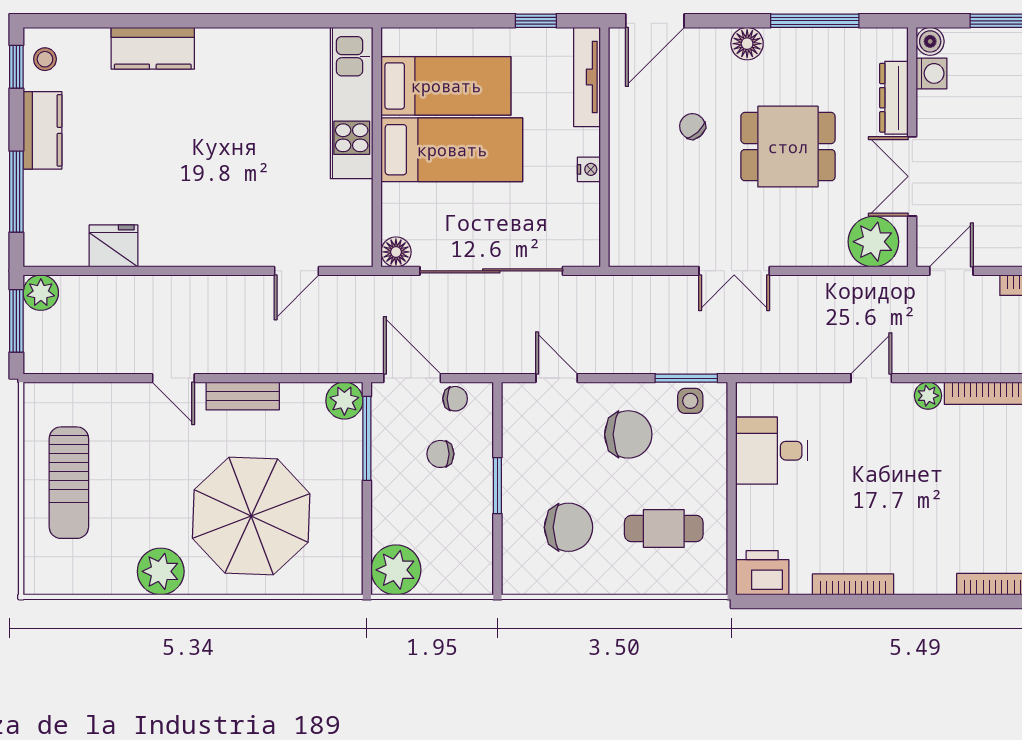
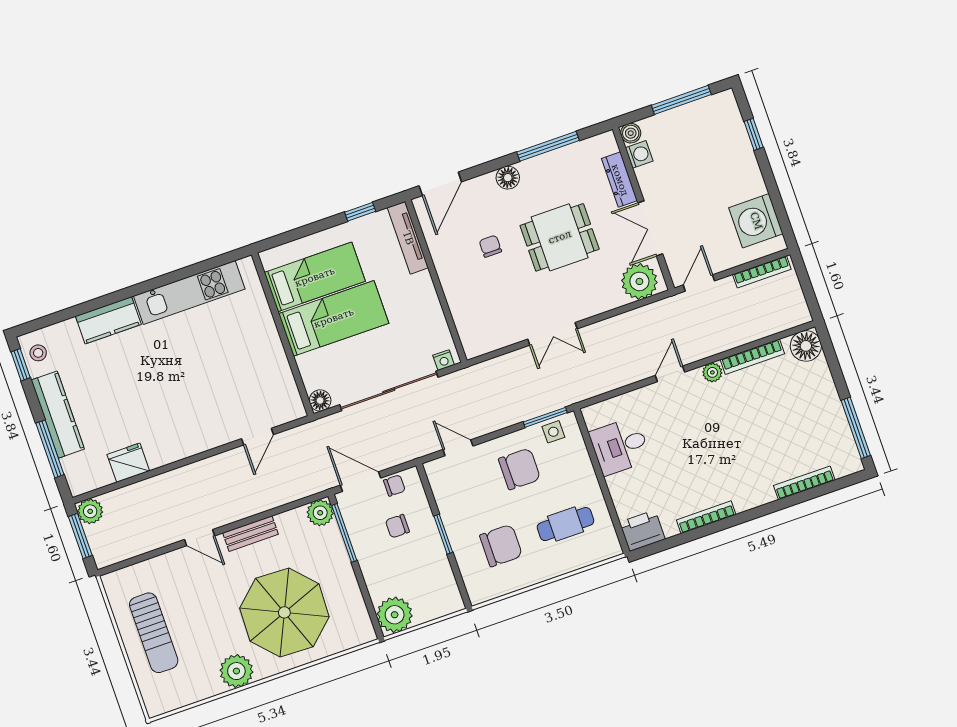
kitchen unit: (352, 103) -> (189, 292), moved, turned -90
chair: (692, 126) -> (490, 246), turned 43
kitchen counter: (42, 130) -> (58, 415), width x1.50
nightstand: (589, 169) -> (444, 360), moved, turned 90

